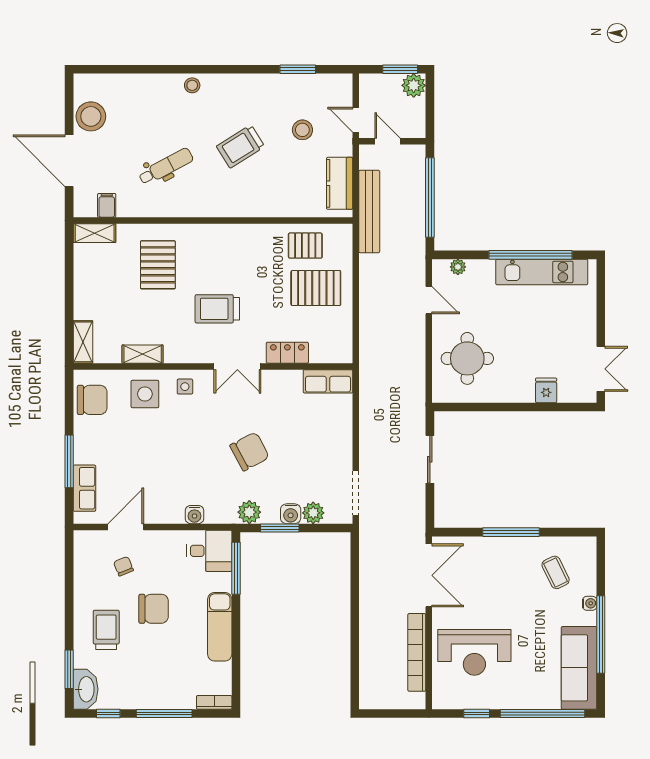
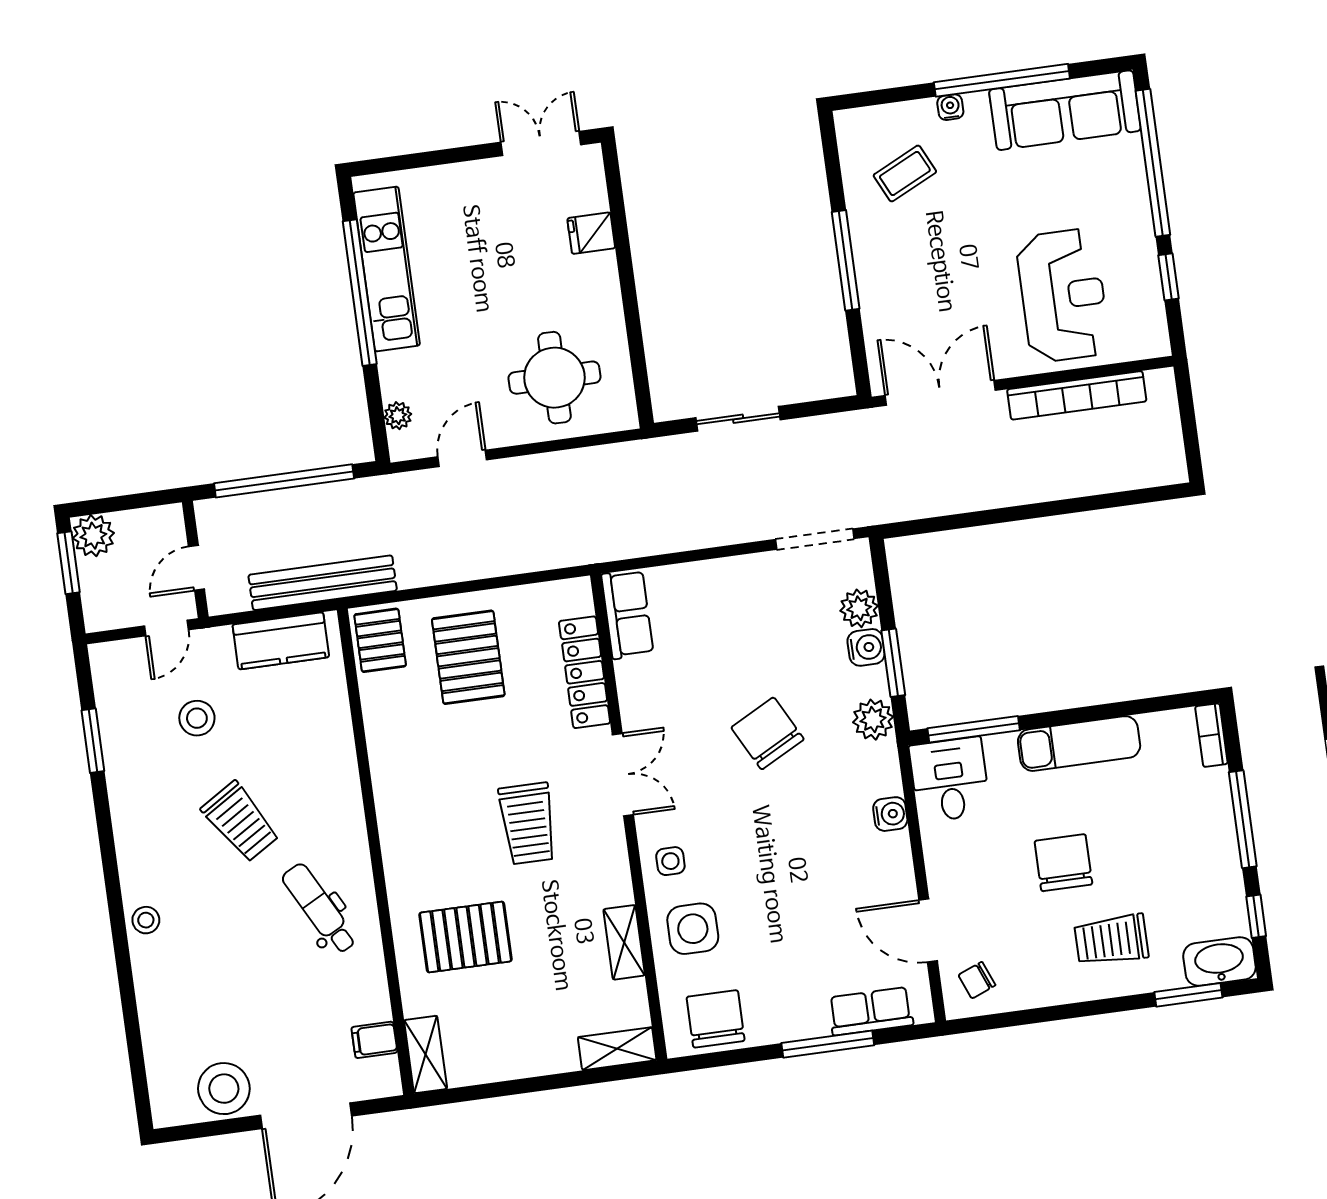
dental chair: (166, 167) -> (319, 909), moved
pallet: (305, 246) -> (380, 640), moved
locker: (287, 353) -> (585, 672), width x1.53
chair: (123, 566) -> (977, 980), moved

